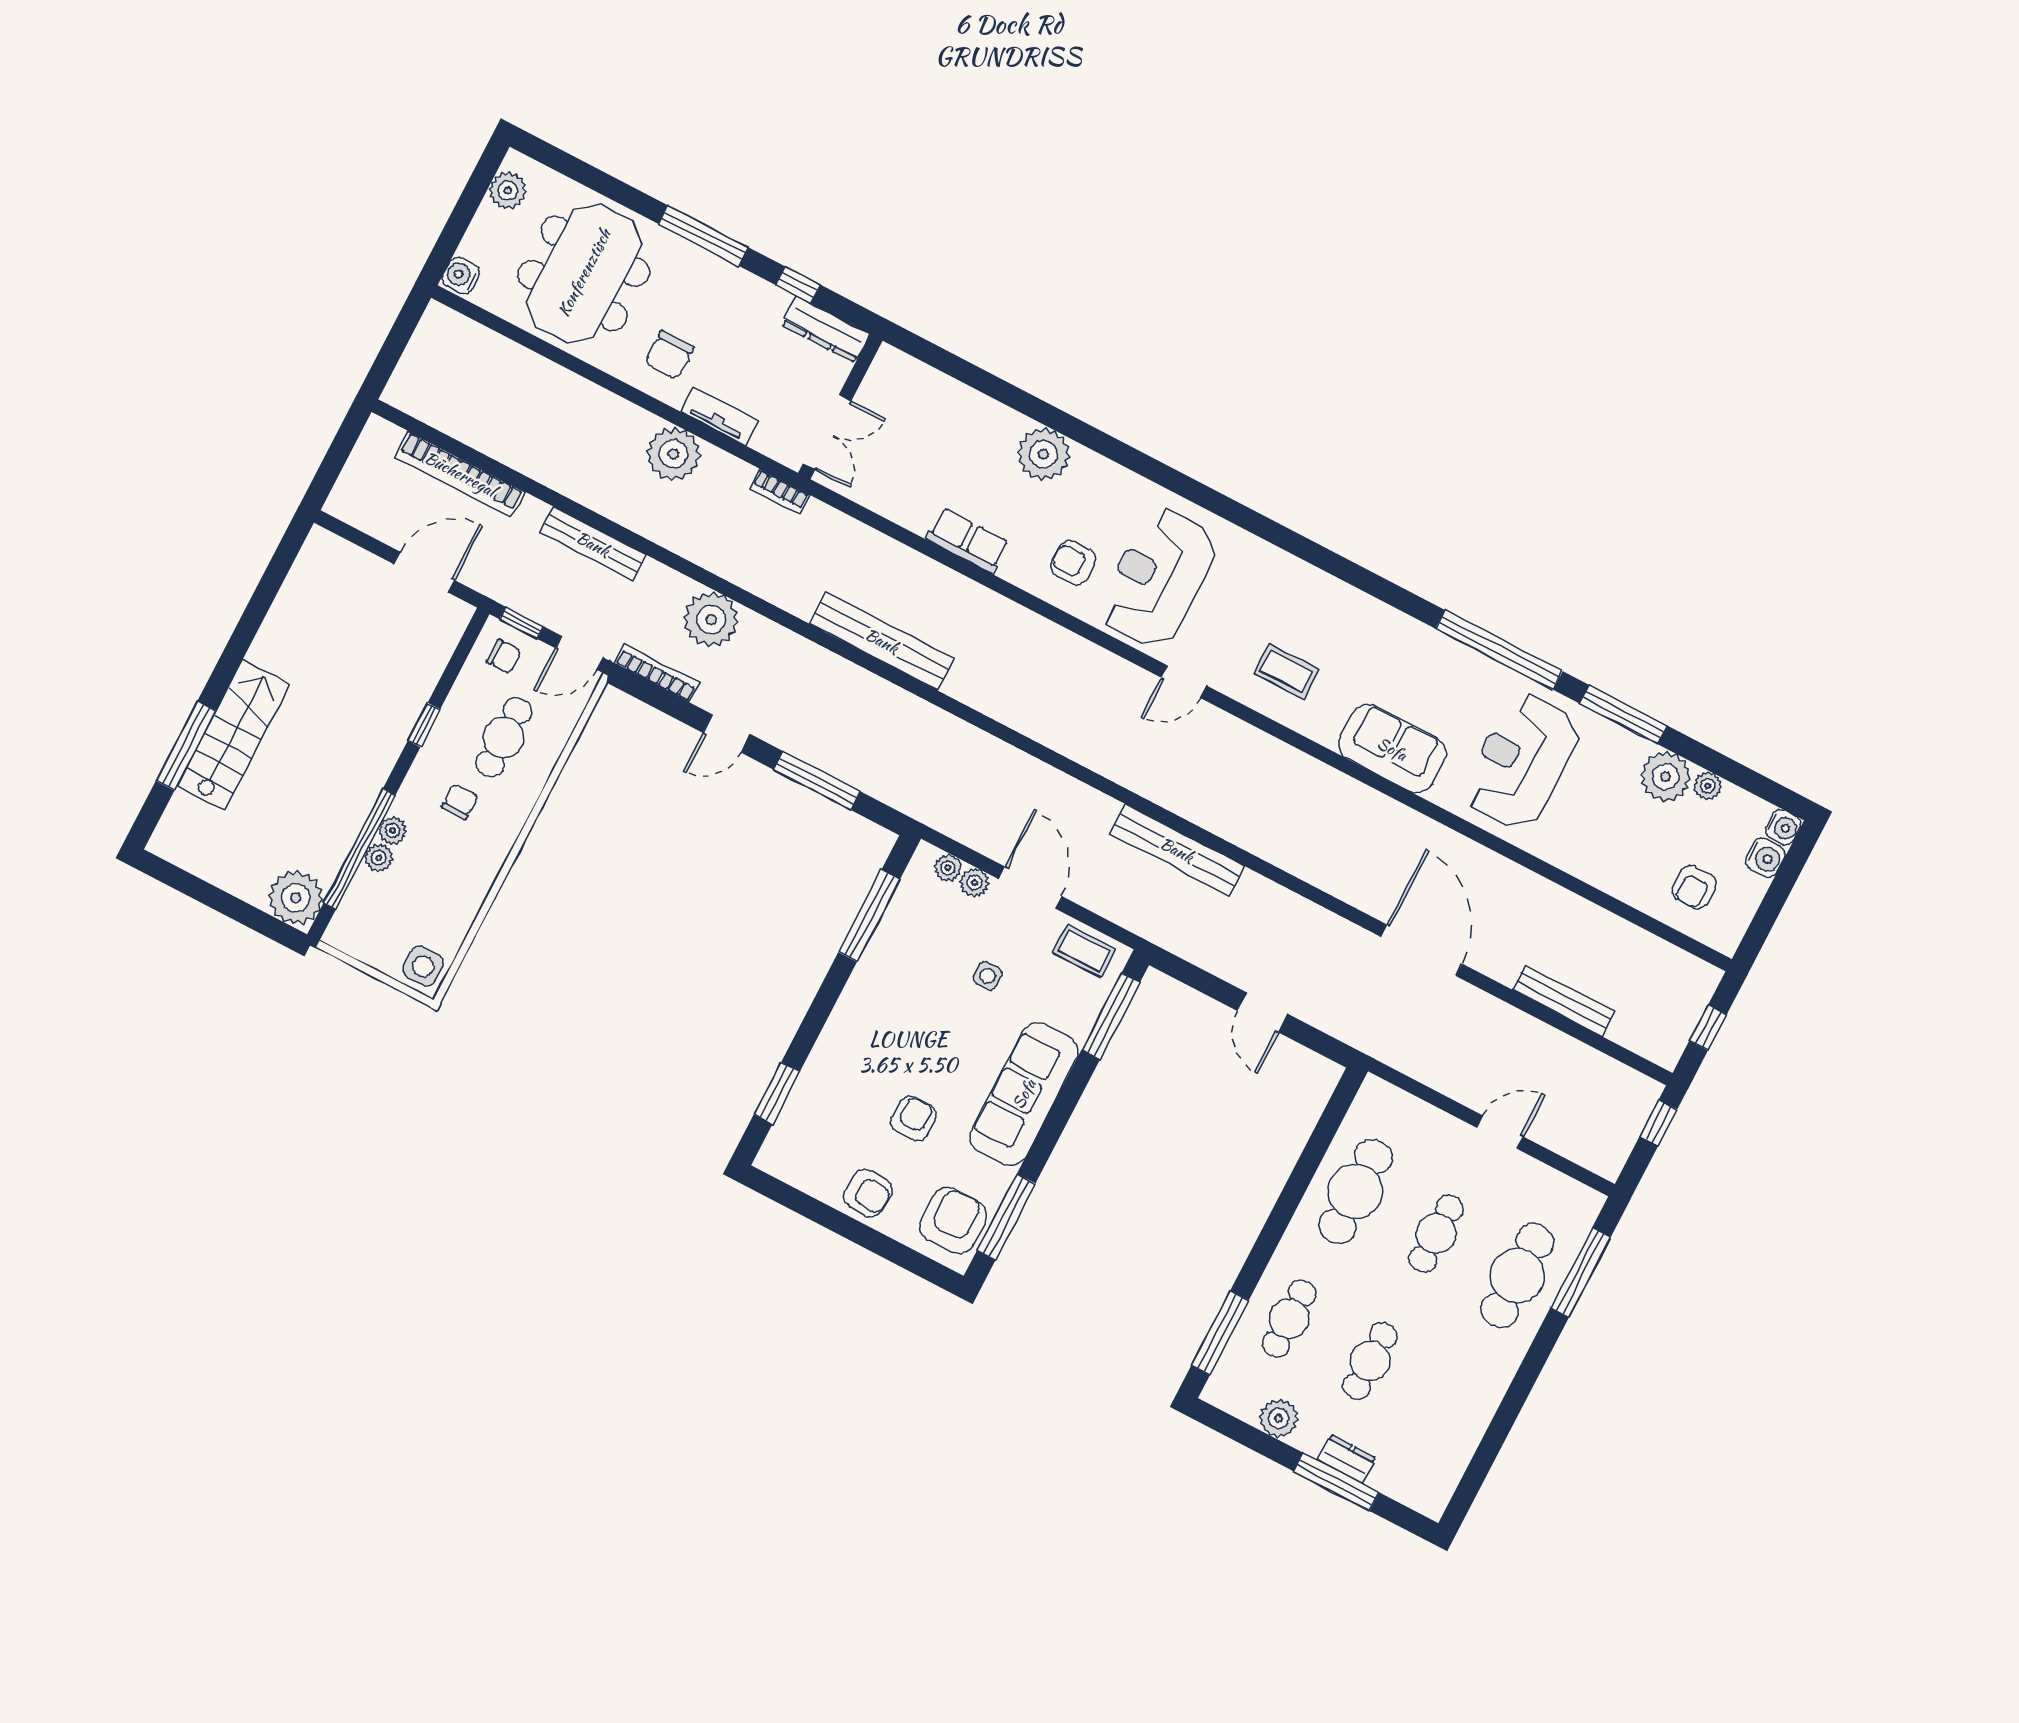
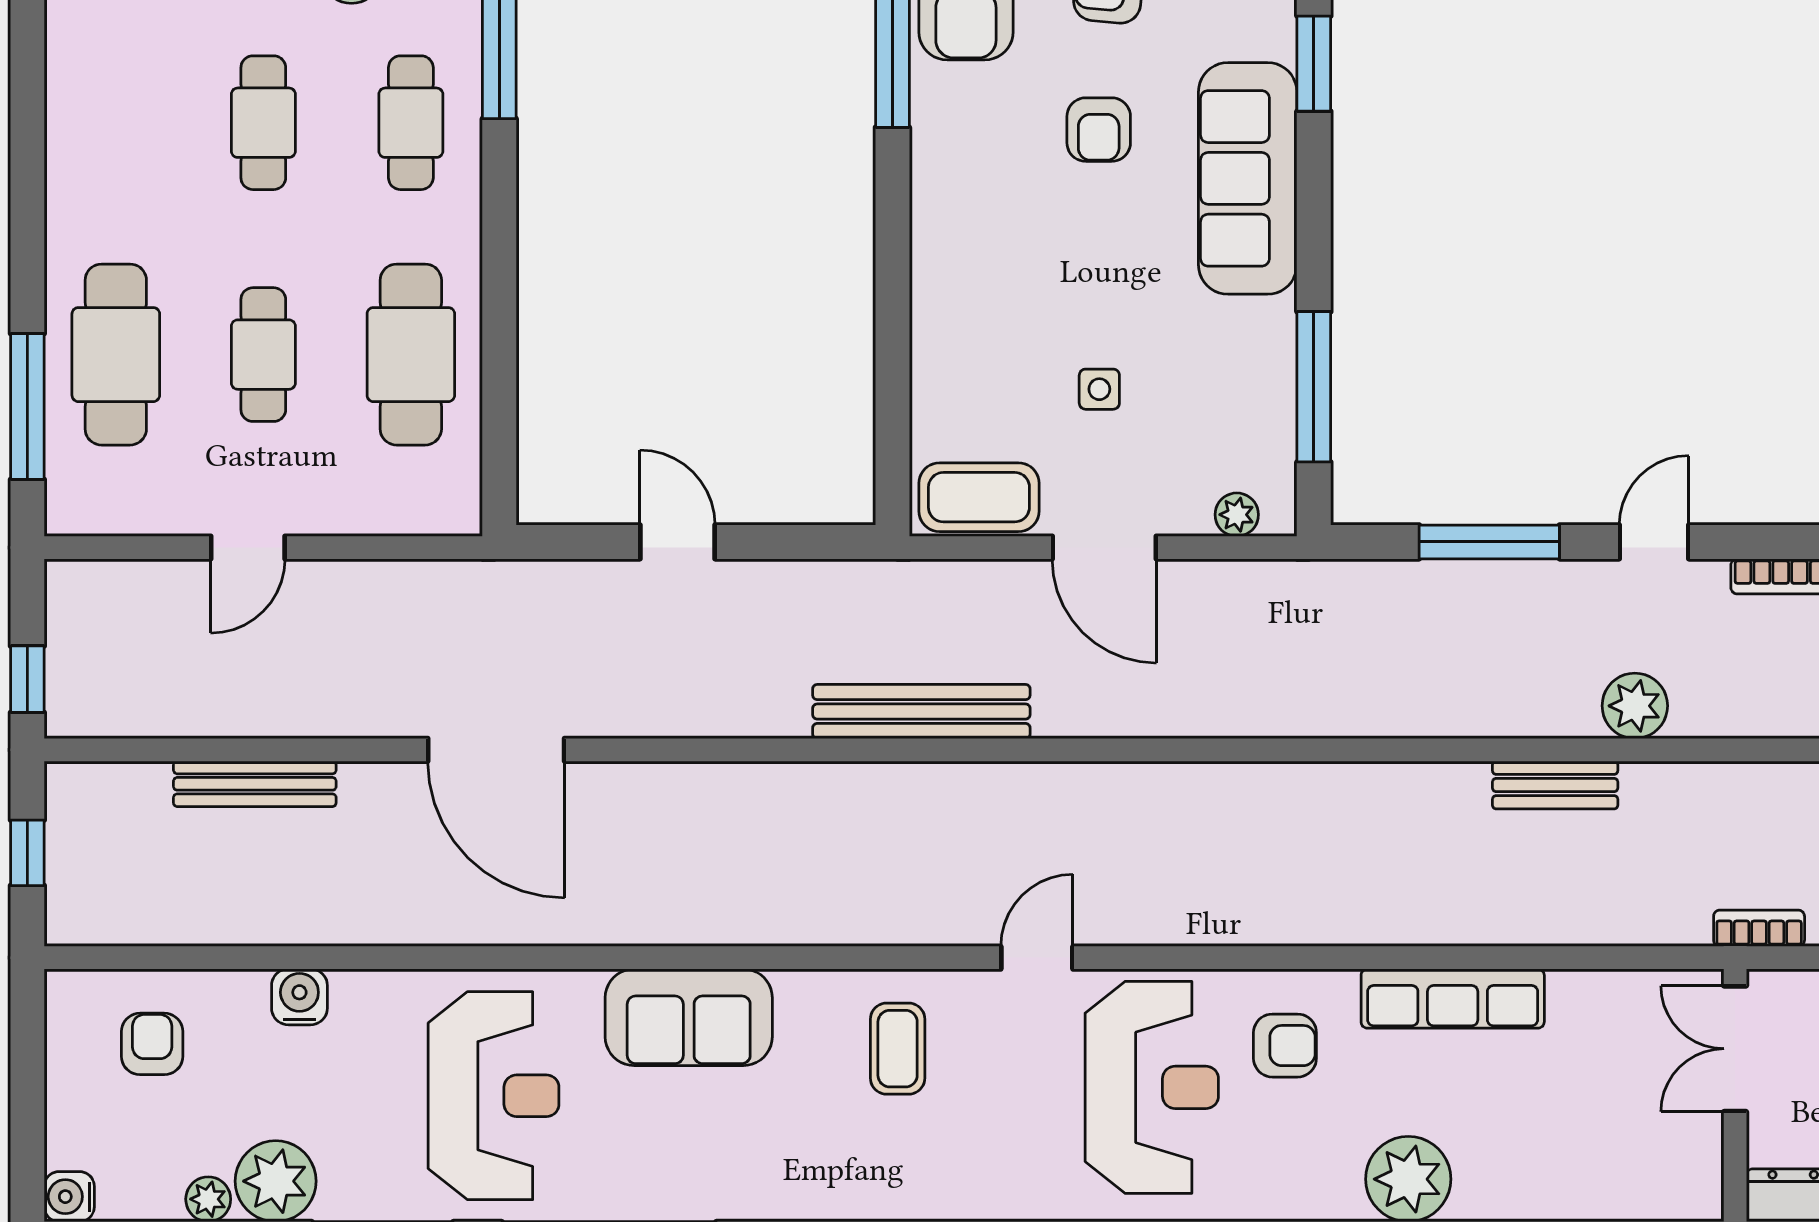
row of seats: (968, 541) -> (1453, 999), width x1.48
plant: (711, 619) -> (1635, 706), moved, width x0.73, depth x0.73
bench: (882, 641) -> (1555, 785), width x0.54, depth x0.82
coffee table: (1286, 672) -> (898, 1049), turned 90
water cooler: (1765, 858) -> (299, 997), moved, turned 90
plant: (975, 882) -> (1188, 513), removed
coffee table: (1084, 951) -> (979, 497), width x1.36, depth x1.30
window: (1111, 1016) -> (892, 424), removed
sofa: (1024, 1094) -> (1248, 178), moved, turned 180

